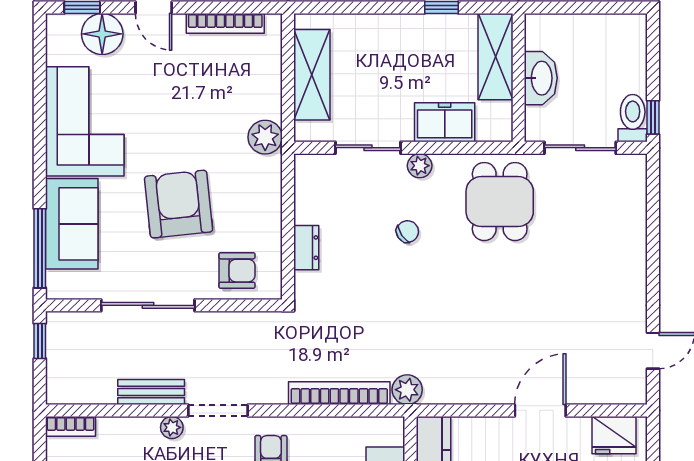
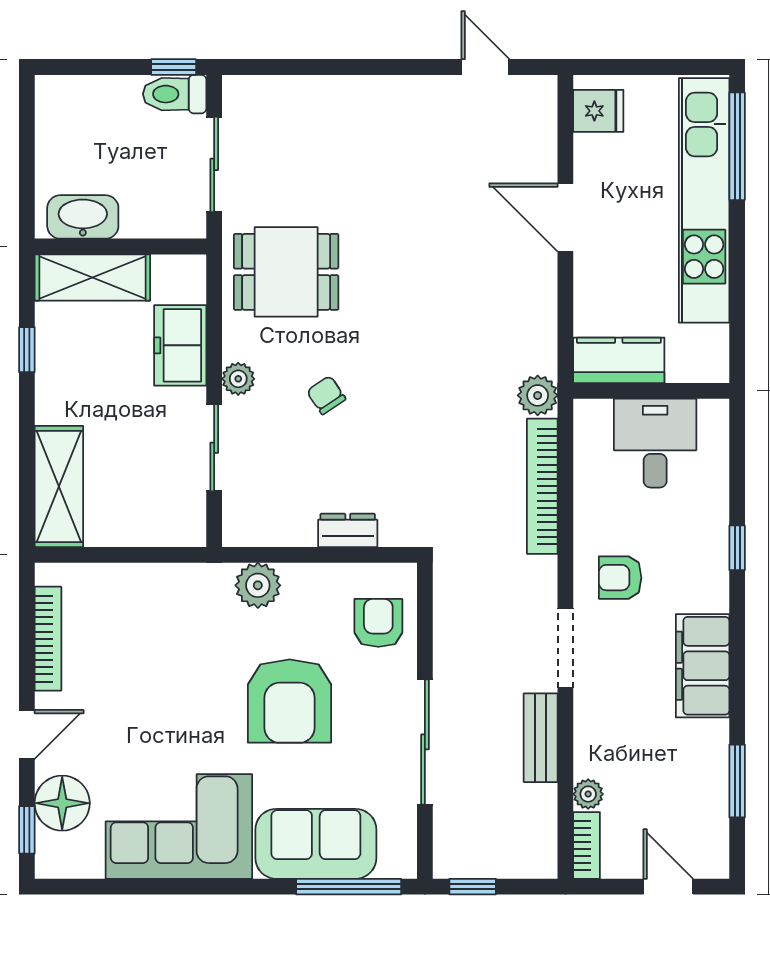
shelving: (312, 75) -> (59, 487), moved, turned 90
washbasin: (541, 78) -> (83, 217), moved
plant: (265, 137) -> (258, 585), moved
armchair: (179, 204) -> (290, 701), turned -84
plant: (172, 427) -> (588, 794), moved
fridge: (614, 435) -> (598, 111), width x0.72

